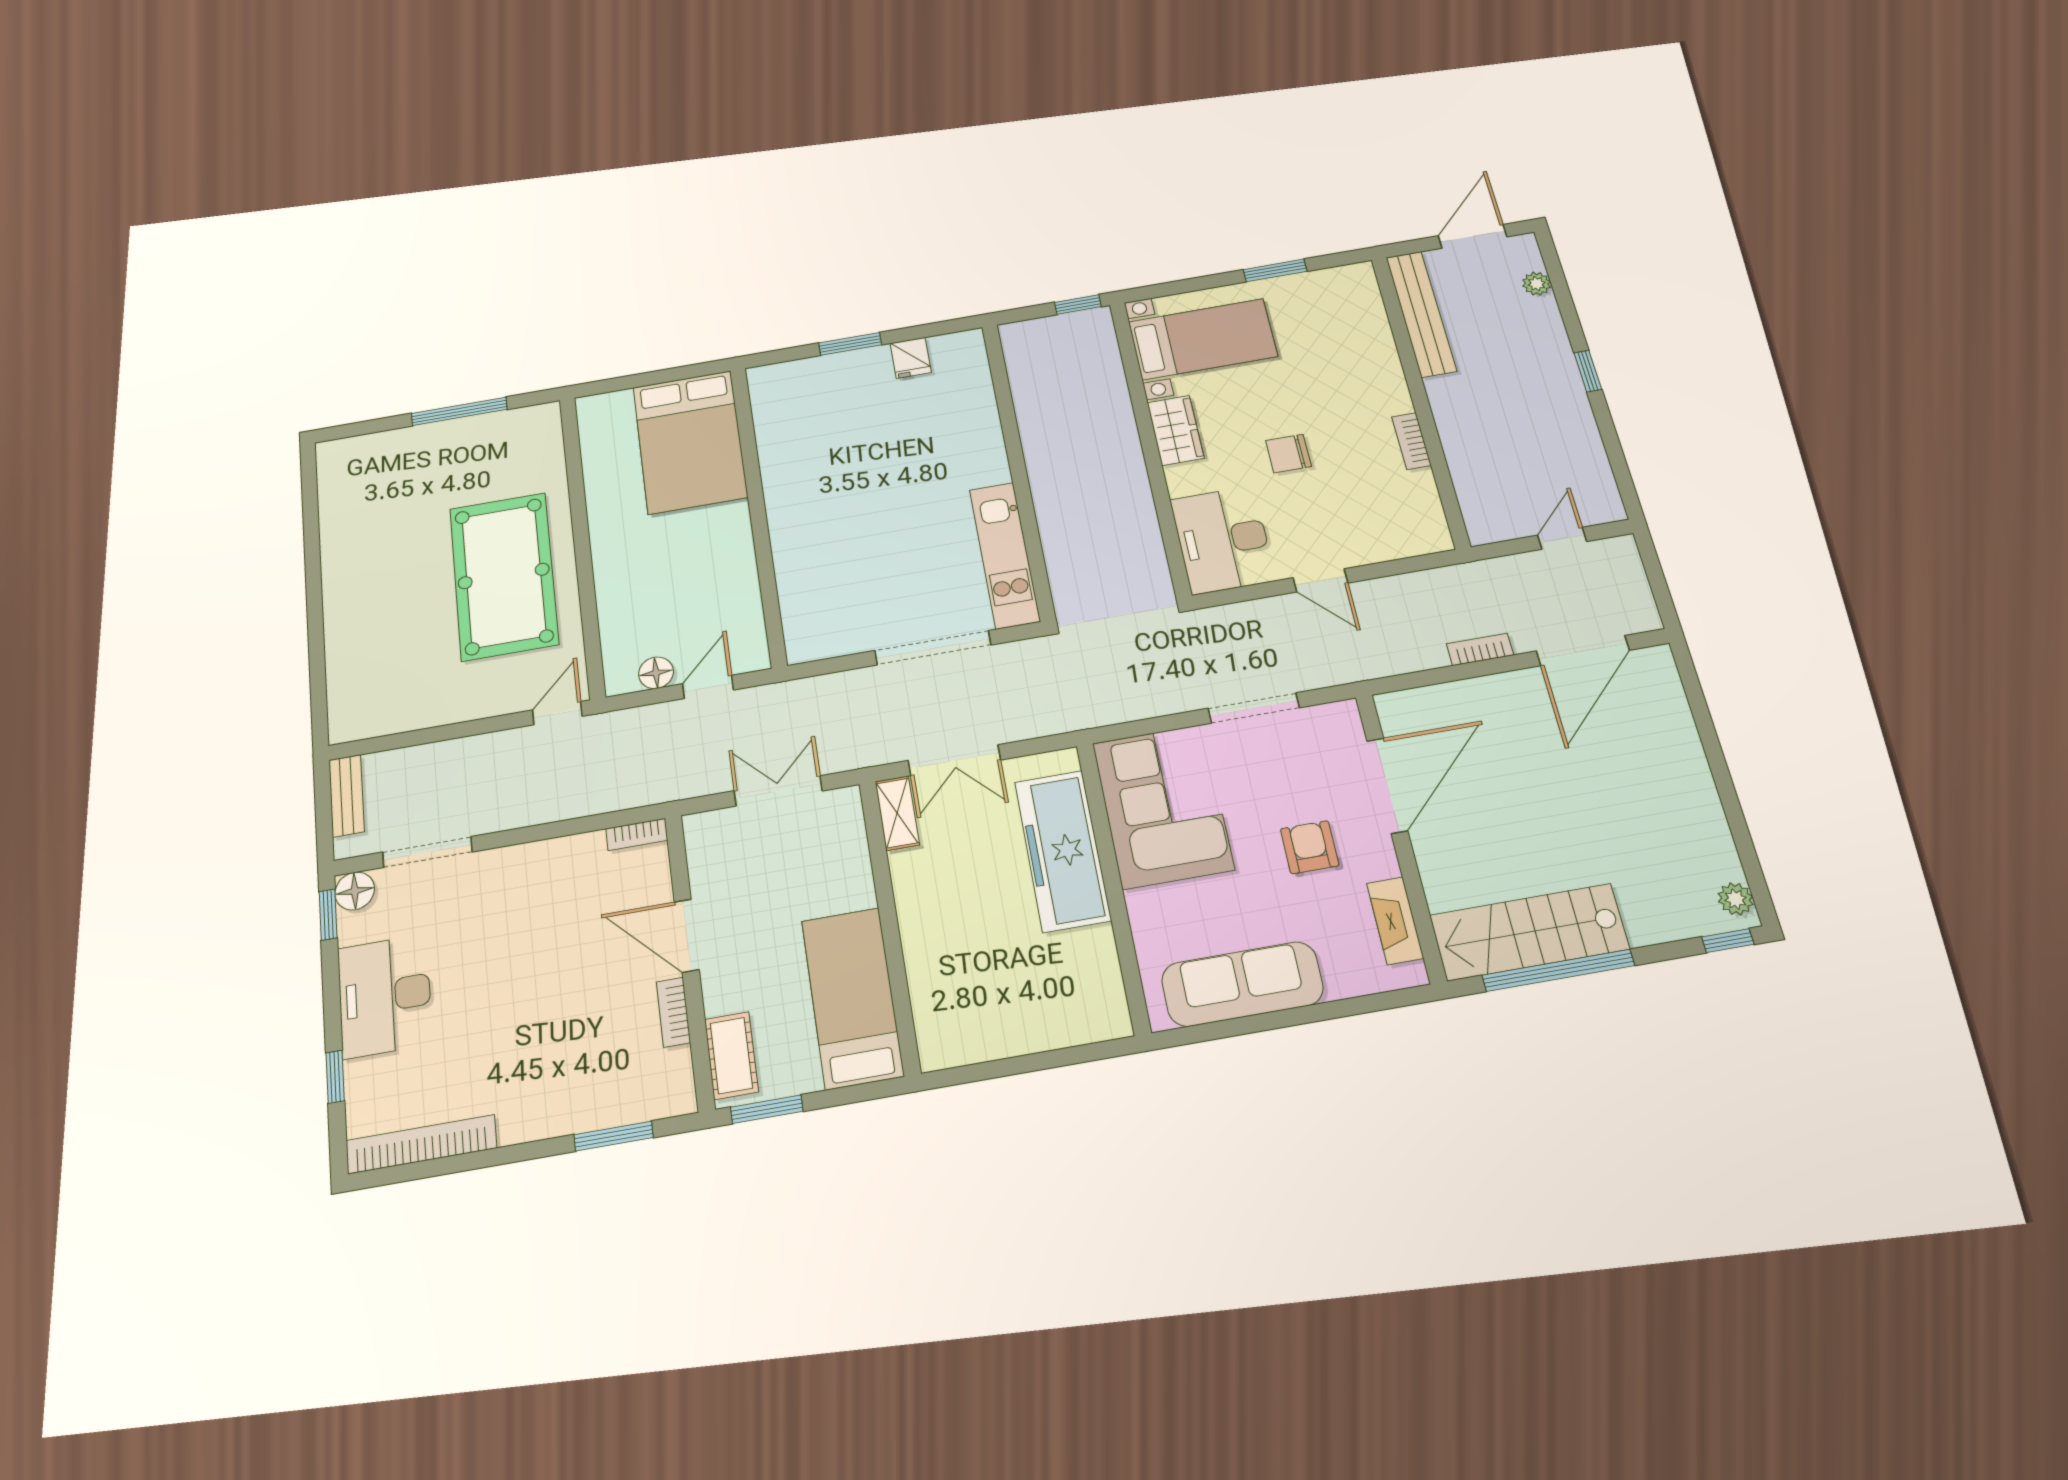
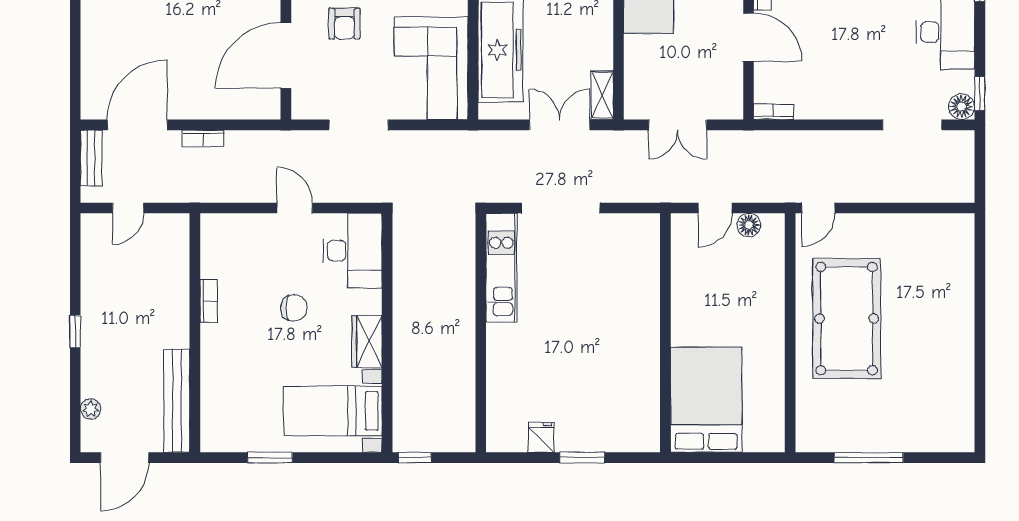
bench: (347, 796) -> (91, 158), moved

